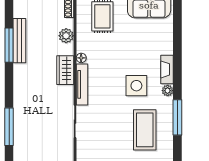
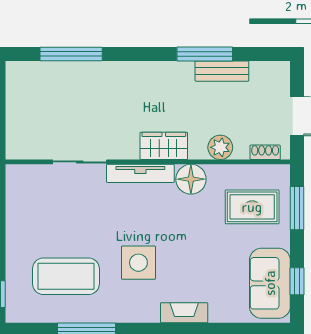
bench: (19, 41) -> (222, 71), width x0.73
floor lamp: (81, 58) -> (191, 179), width x1.89, depth x1.89
fireplace: (167, 69) -> (184, 313), moved
plant: (168, 91) -> (130, 314), removed

